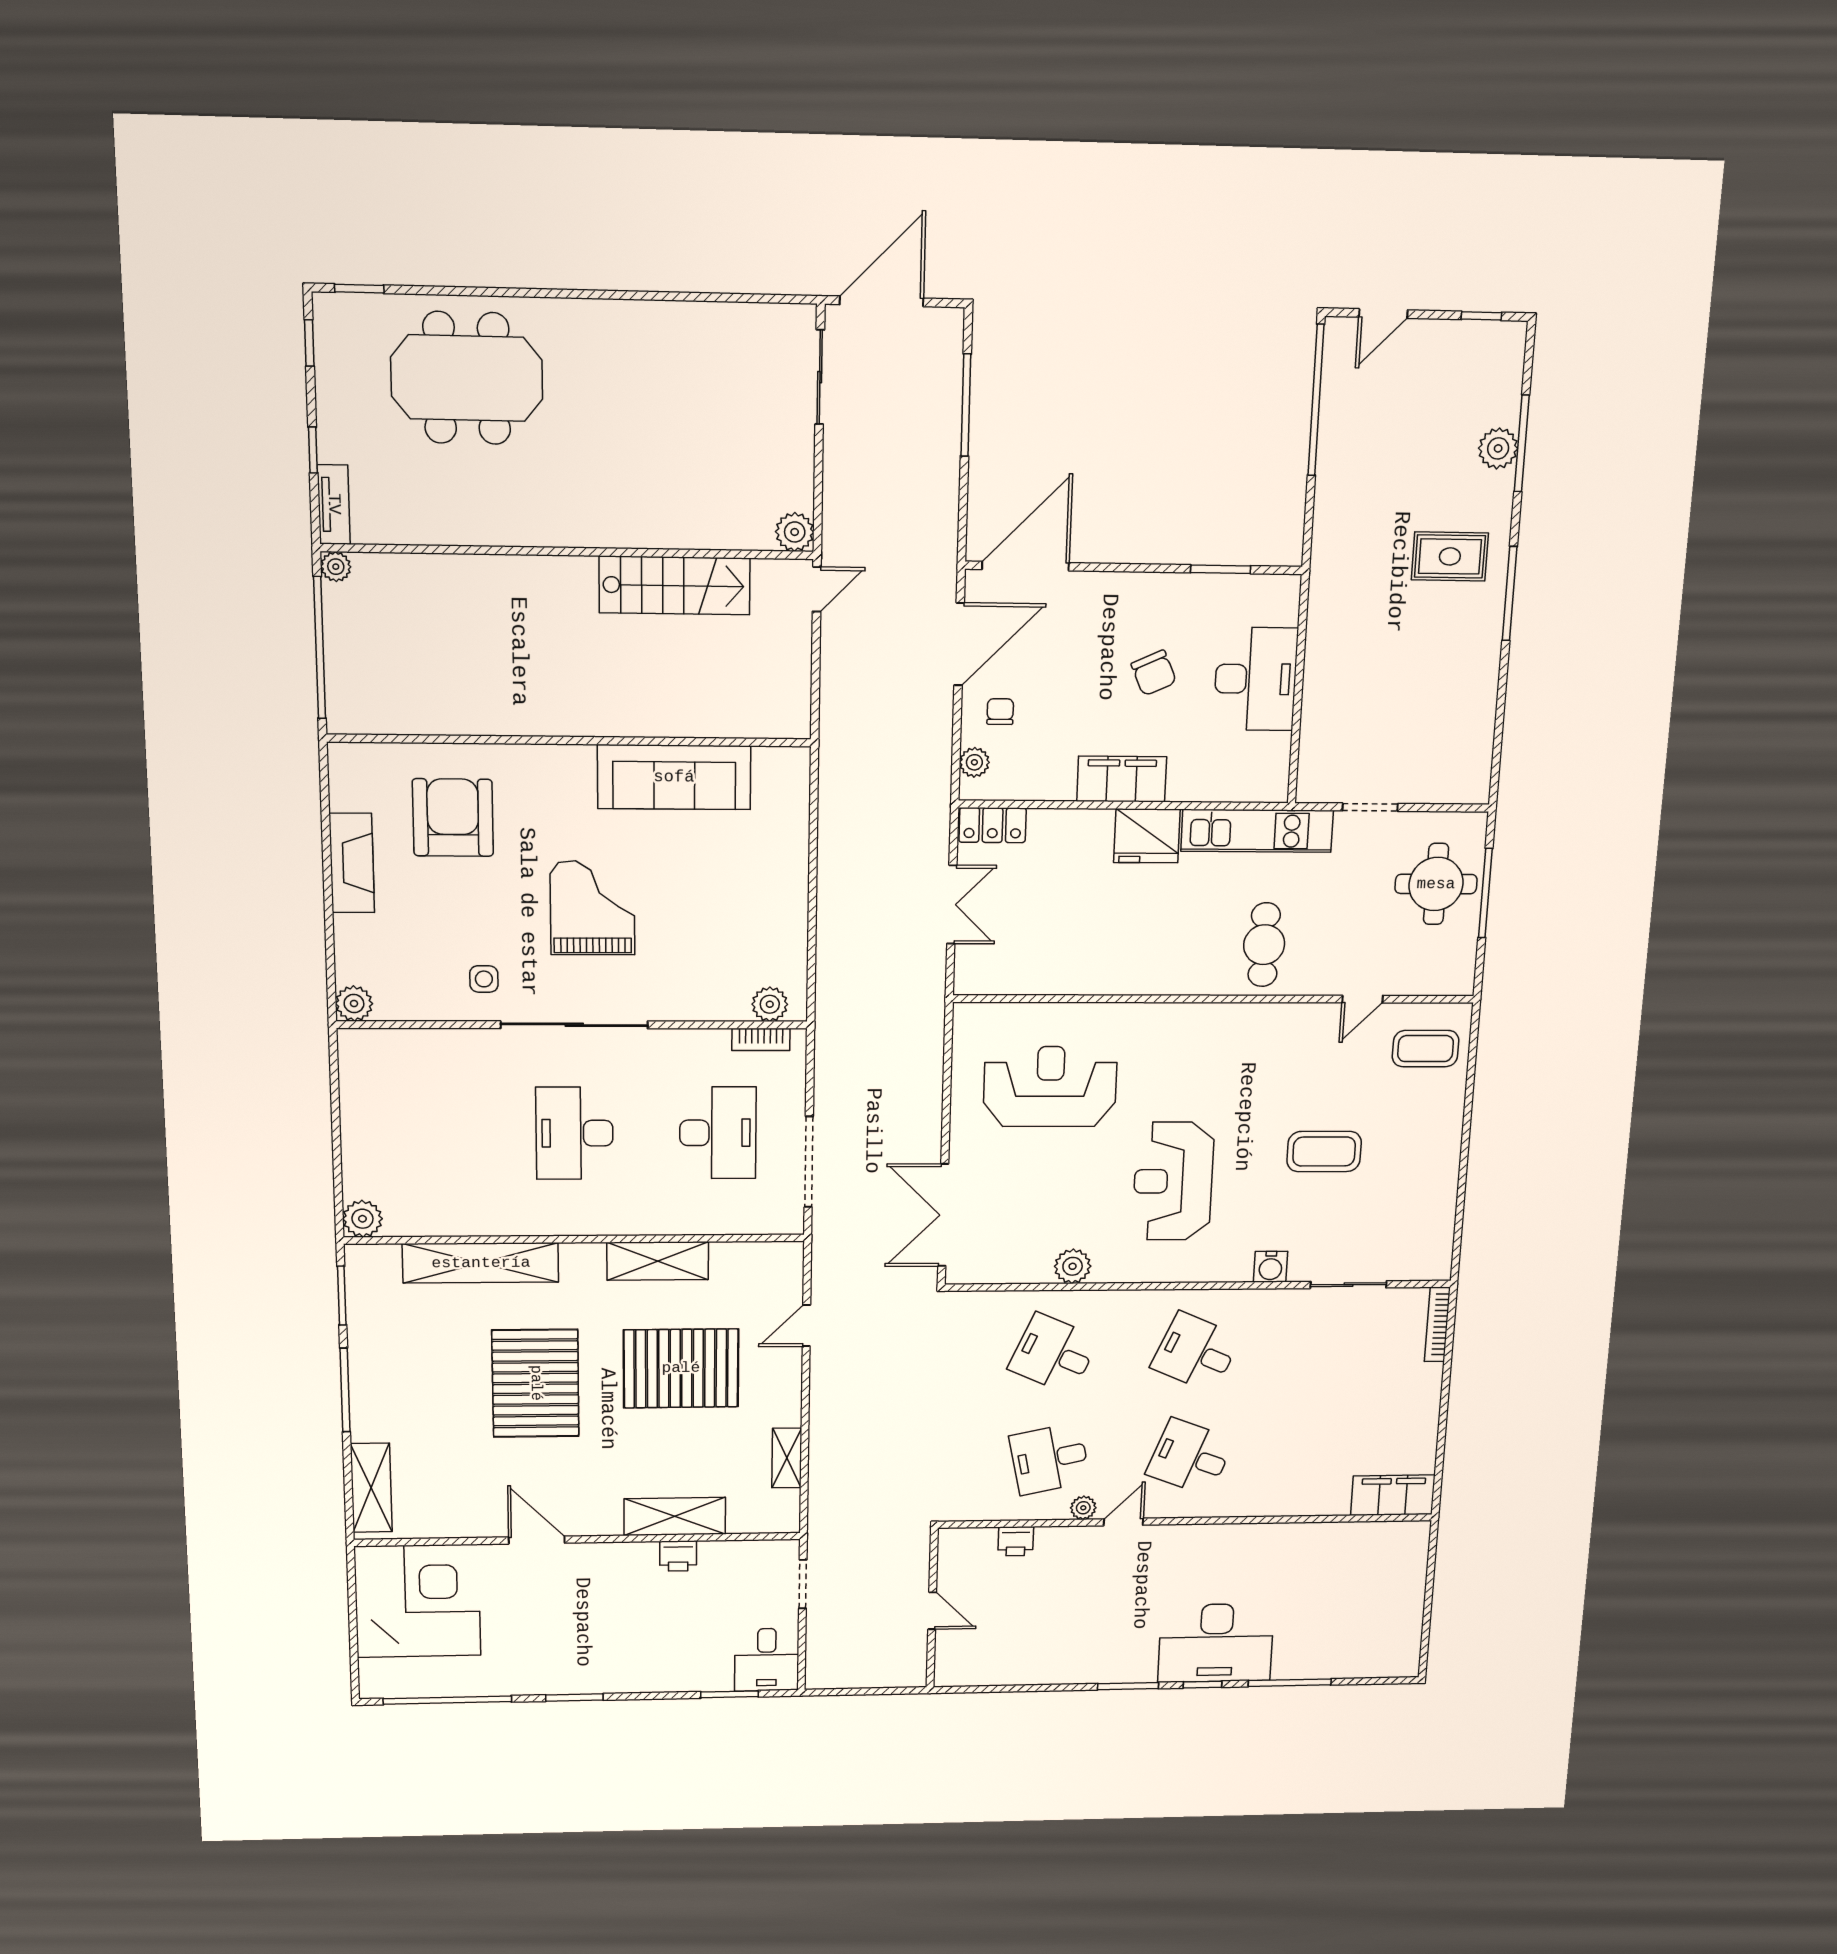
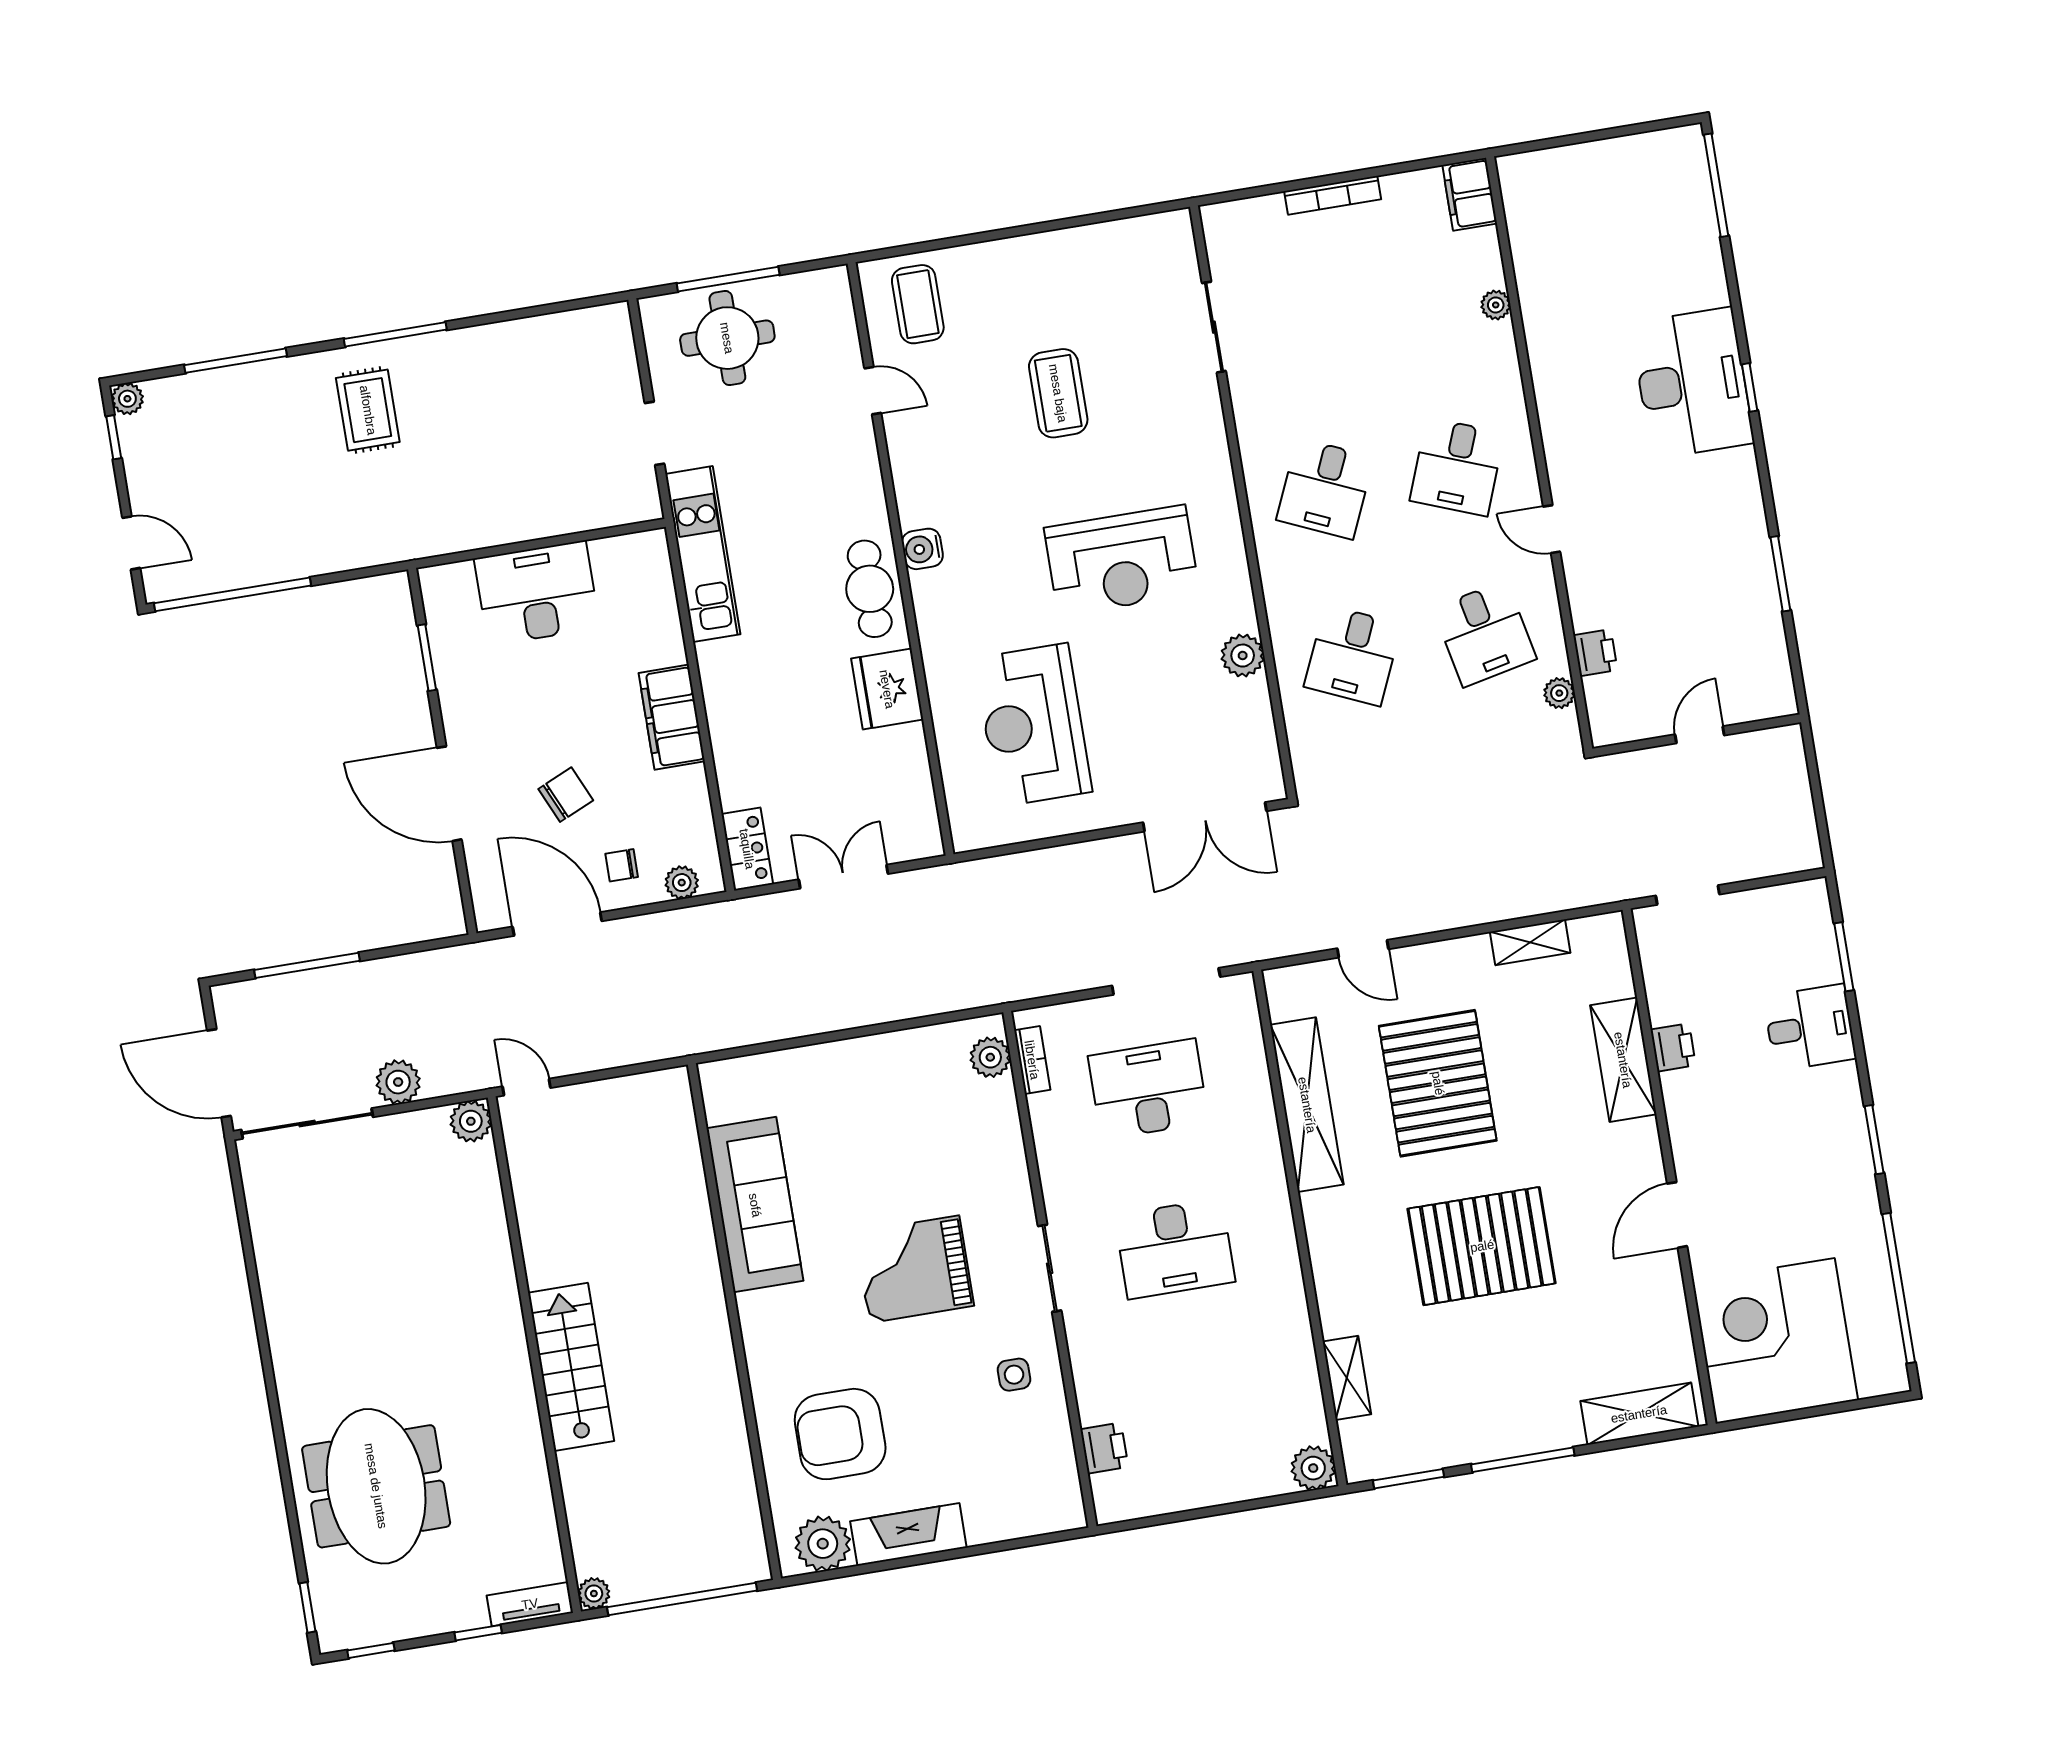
sliding door: (820, 377) -> (307, 1123), width x1.37
plant: (1498, 448) -> (127, 399), moved, width x0.73, depth x0.73
plant: (843, 471) -> (398, 1082), added
door: (1026, 566) -> (449, 794), moved
stairs: (675, 586) -> (571, 1367), moved
chair: (1154, 673) -> (566, 795), moved
fridge: (1147, 836) -> (887, 689), moved, turned 180
cafe table: (1264, 945) -> (870, 589), moved, turned 90
plant: (354, 1004) -> (823, 1544), moved, width x1.36, depth x1.36
sliding door: (574, 1025) -> (1050, 1268), width x0.54
printer: (406, 1046) -> (1104, 1448), added
shelving: (658, 1261) -> (1307, 1105), width x1.47
shelving: (481, 1263) -> (1347, 1378), width x0.45, depth x0.75
water cooler: (1271, 1267) -> (922, 549), moved, turned 180
bookcase: (1437, 1324) -> (1333, 195), moved
filing cabinet: (1393, 1495) -> (1470, 194), width x0.67, depth x0.86
plant: (1313, 1505) -> (1496, 305), added
plant: (1083, 1508) -> (1559, 693), moved
desk: (767, 1660) -> (1810, 1028), moved
window: (1290, 1683) -> (1716, 185), moved
window: (1128, 1686) -> (1780, 574), moved

